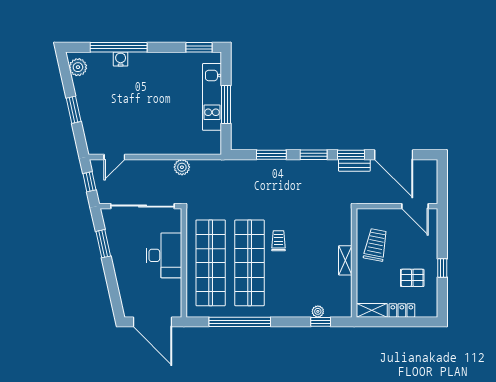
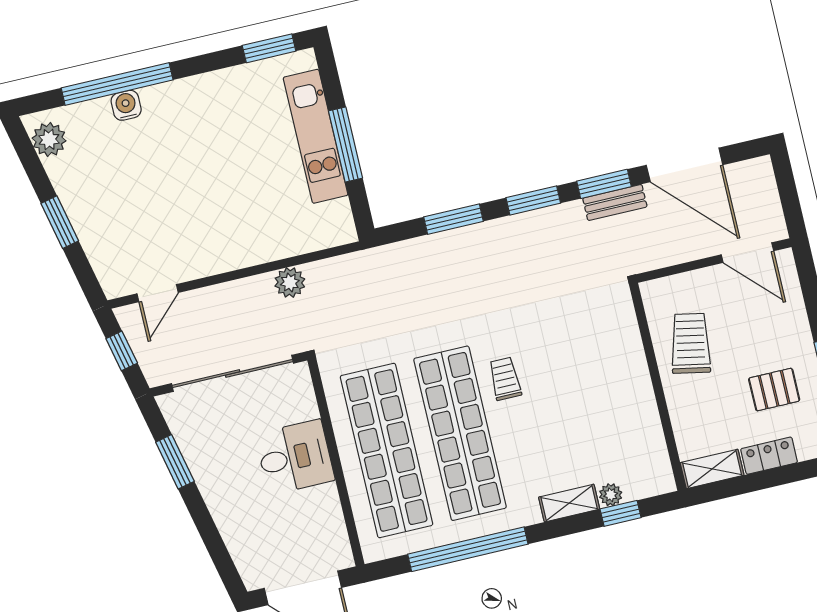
desk: (164, 255) -> (295, 457), width x0.73
shelving: (345, 260) -> (569, 503), moved, turned 90

